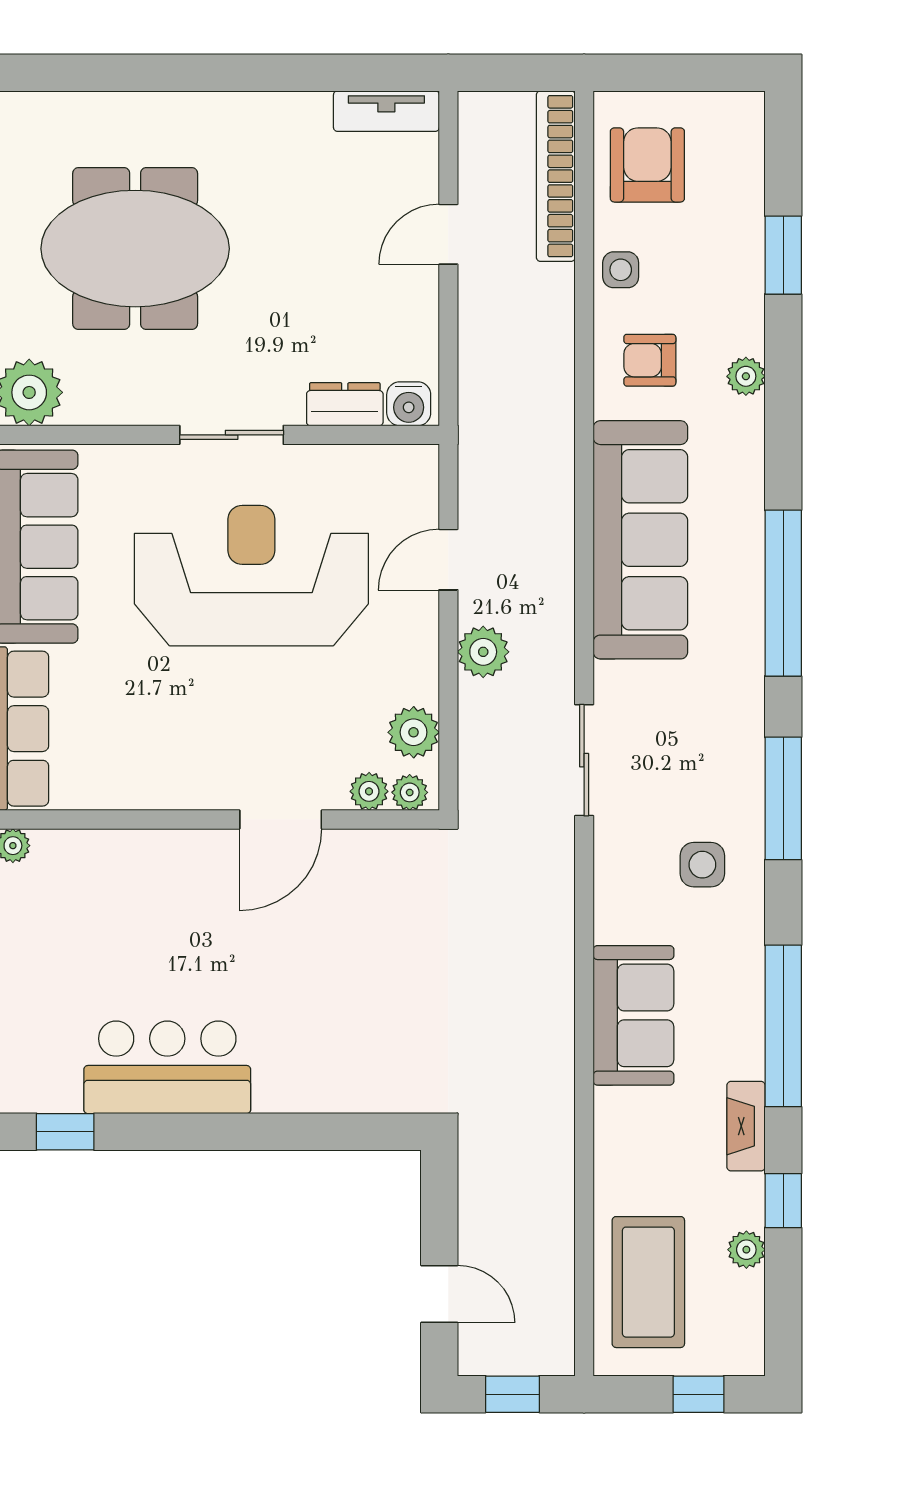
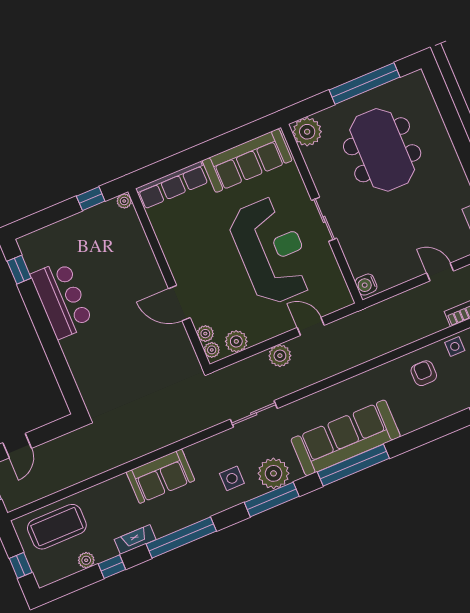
plant: (746, 376) -> (273, 473), moved, width x1.88, depth x1.88
dresser: (345, 404) -> (355, 259), removed
sofa: (640, 540) -> (346, 438), moved, turned 180

